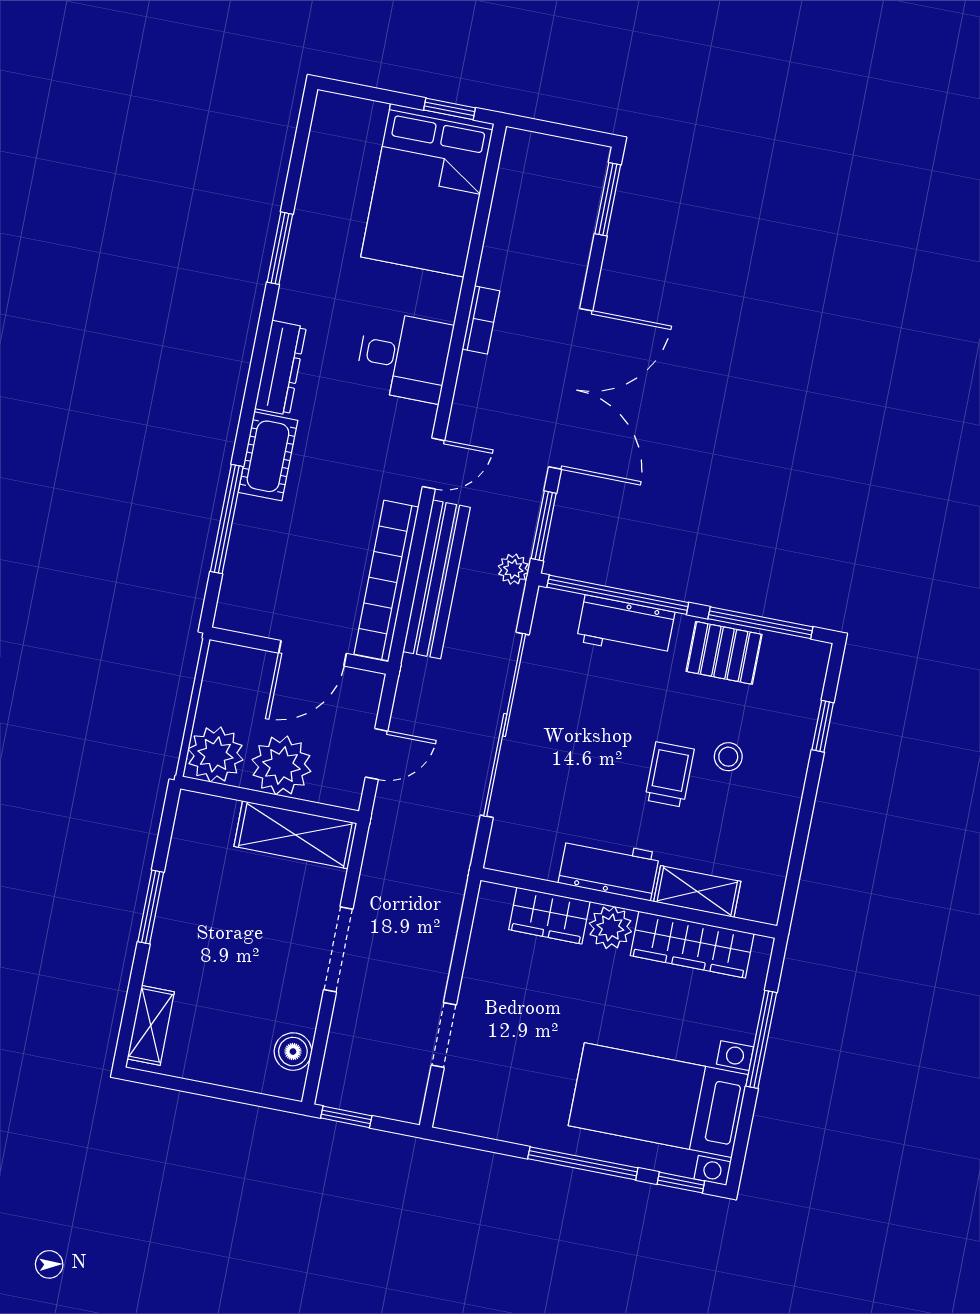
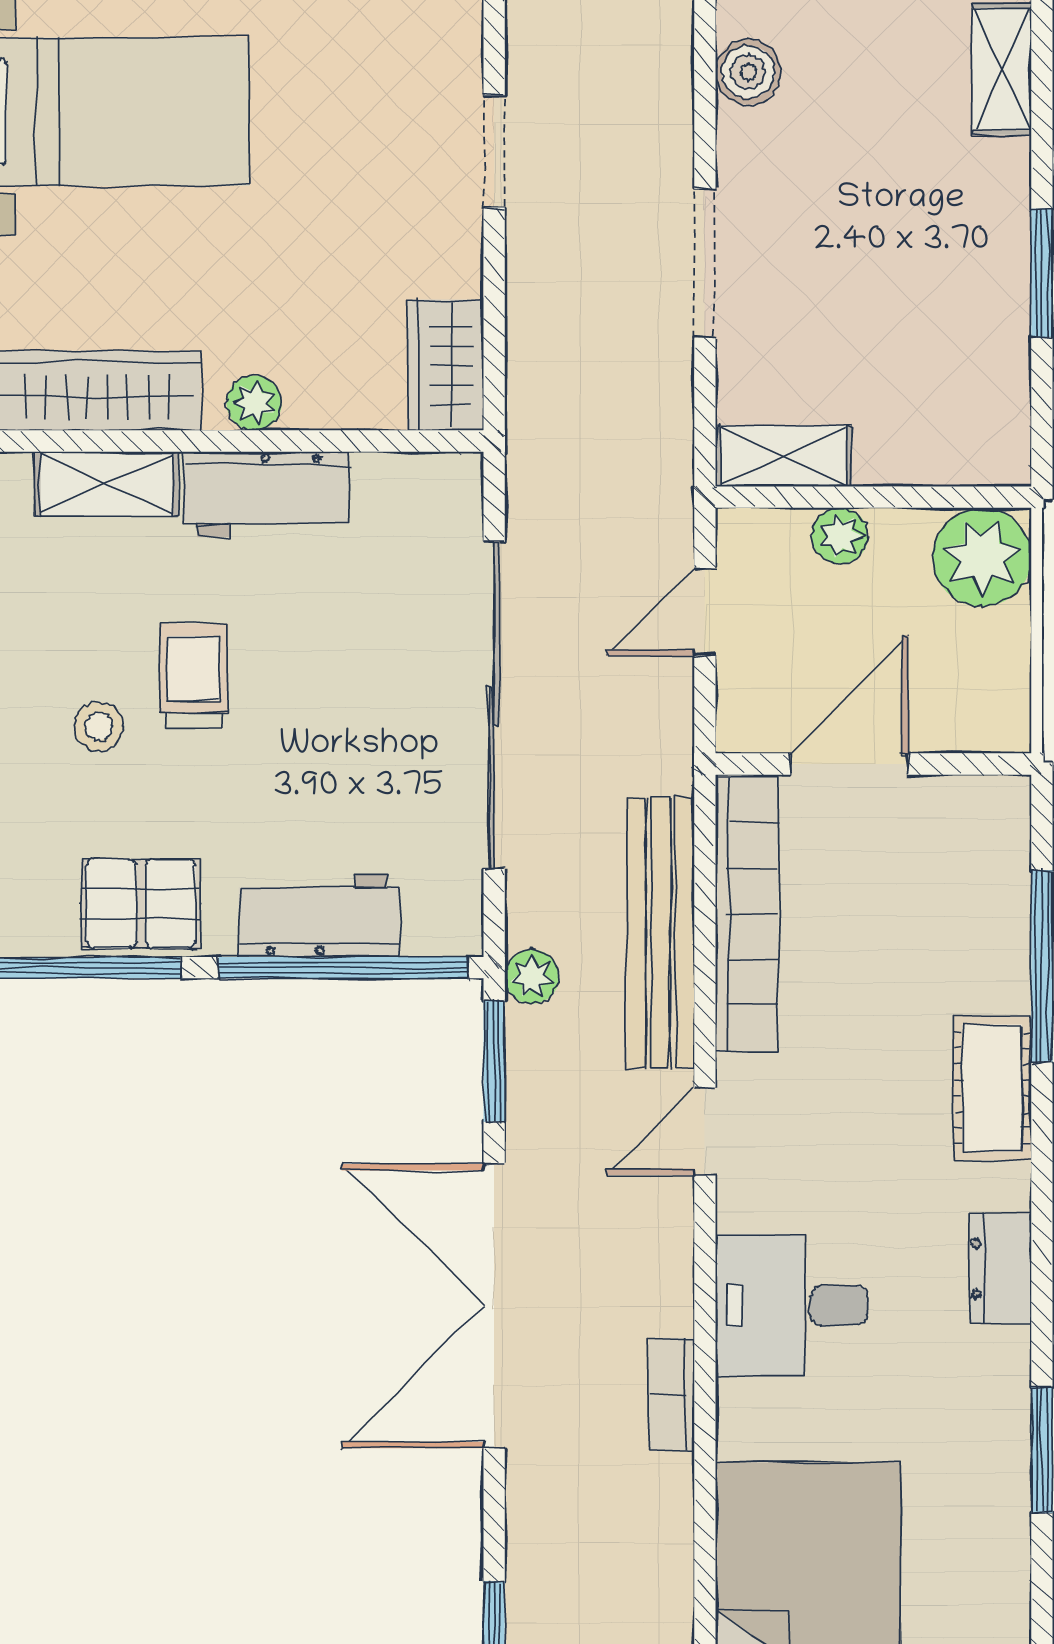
dresser: (281, 368) -> (1000, 1269), width x0.70
plant: (281, 765) -> (840, 536), width x0.53, depth x0.53
trolley: (669, 775) -> (194, 676), turned 180
shelving: (295, 835) -> (783, 456), width x0.67, depth x0.75
wardrobe: (549, 916) -> (446, 365), moved, turned -90
plant: (610, 928) -> (254, 403), width x0.73, depth x0.73

